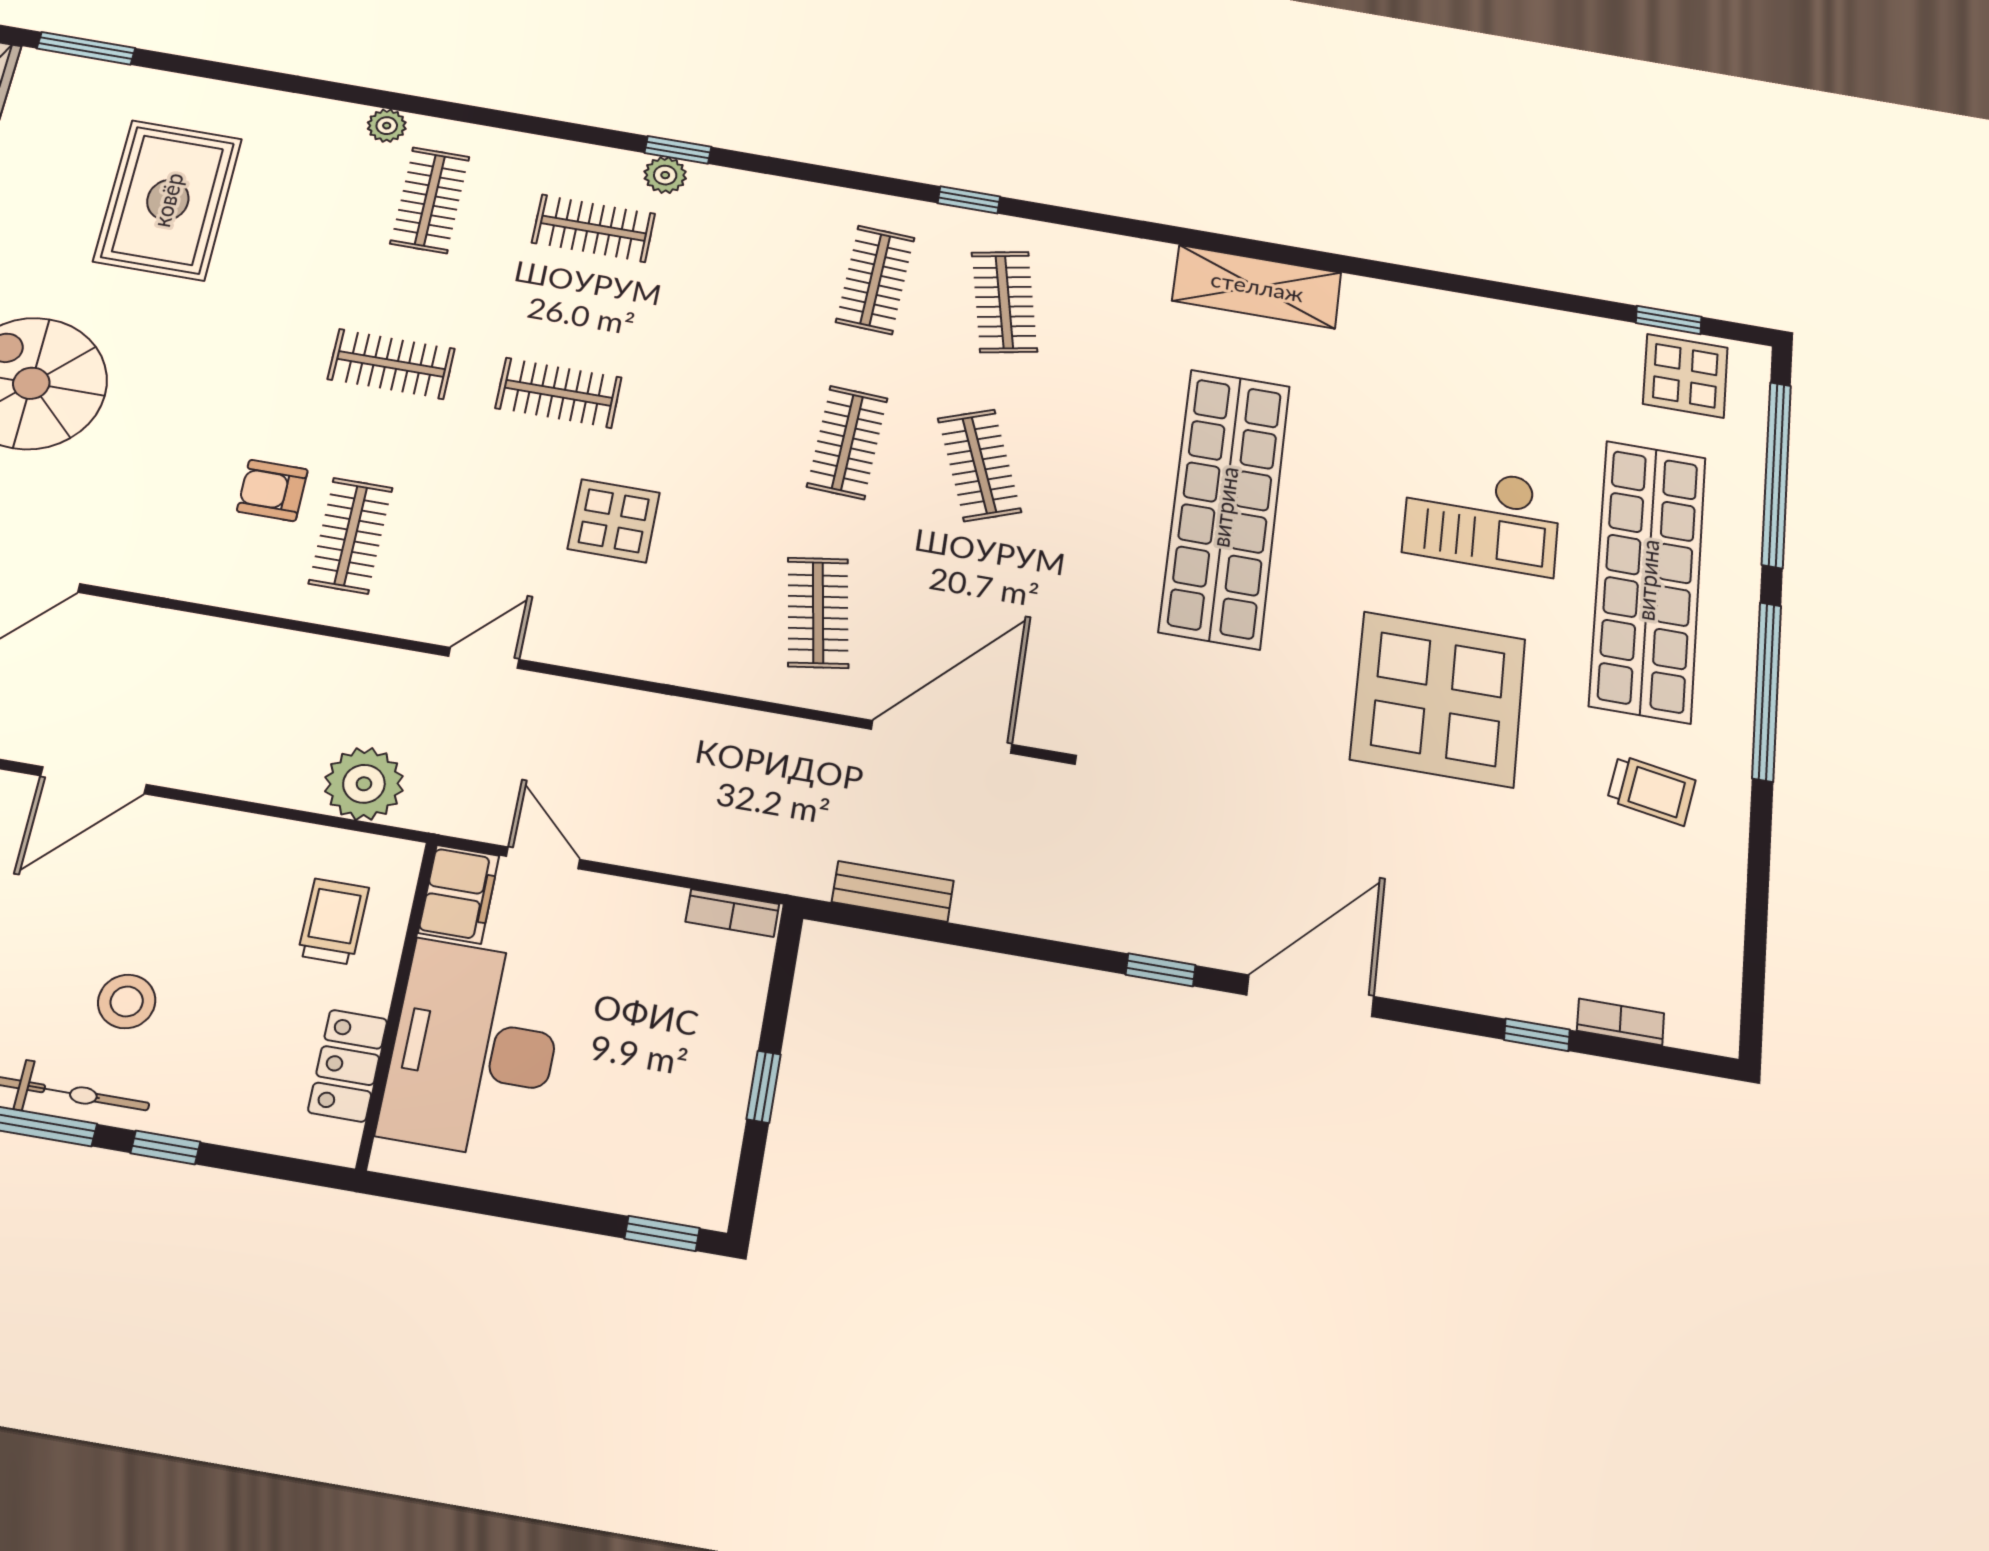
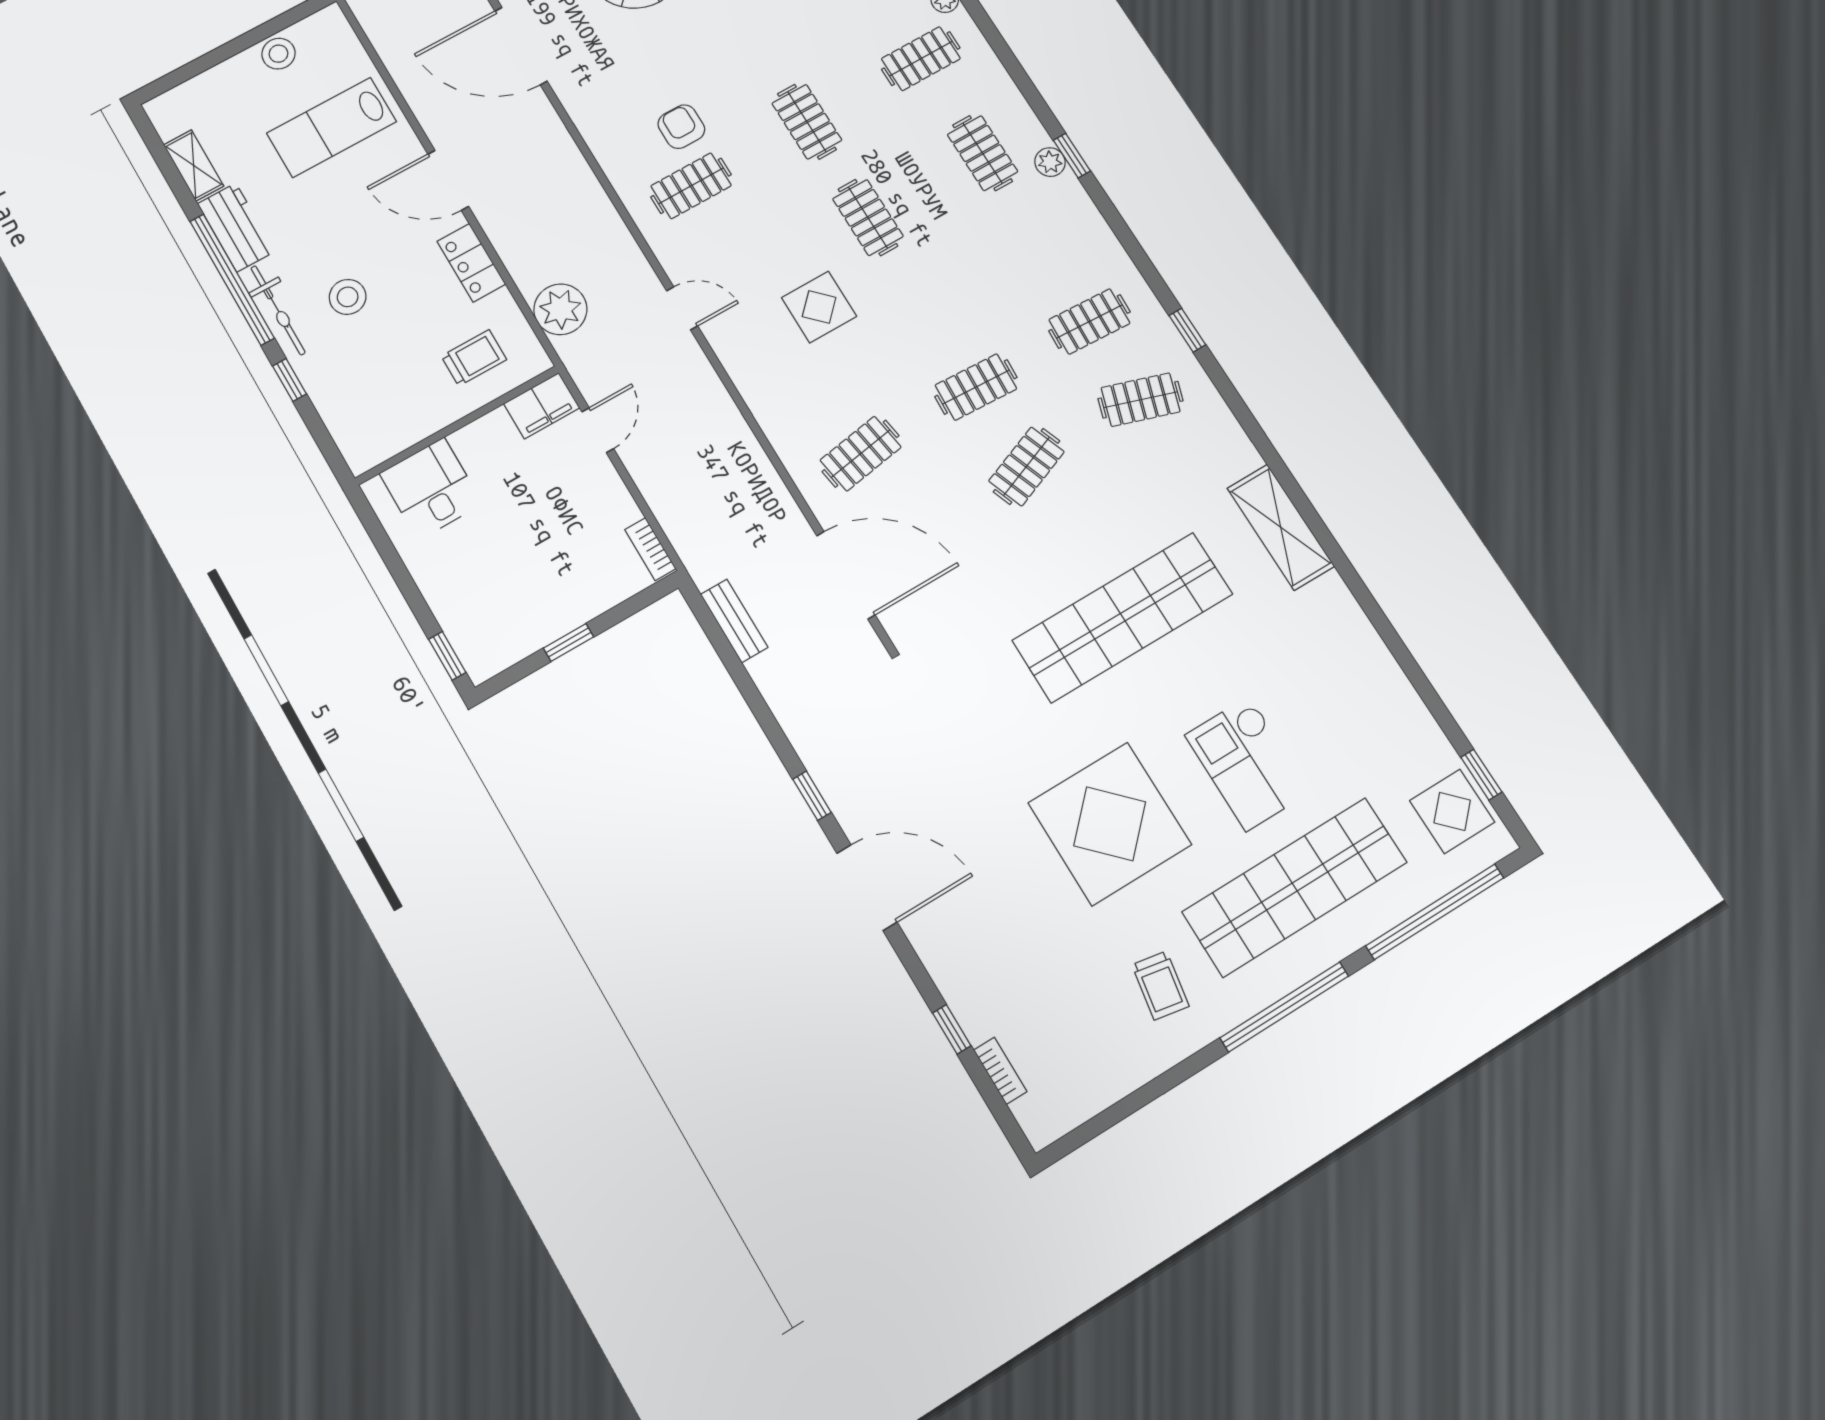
clothes rail: (1004, 302) -> (1141, 400), turned 30
desk: (474, 1049) -> (431, 489), width x0.53, depth x0.77
locker: (348, 1066) -> (471, 263), moved, turned -90

